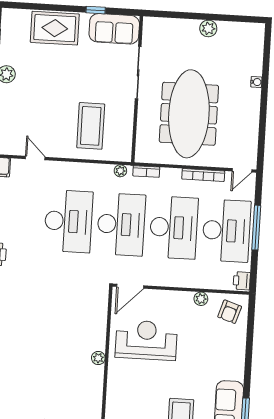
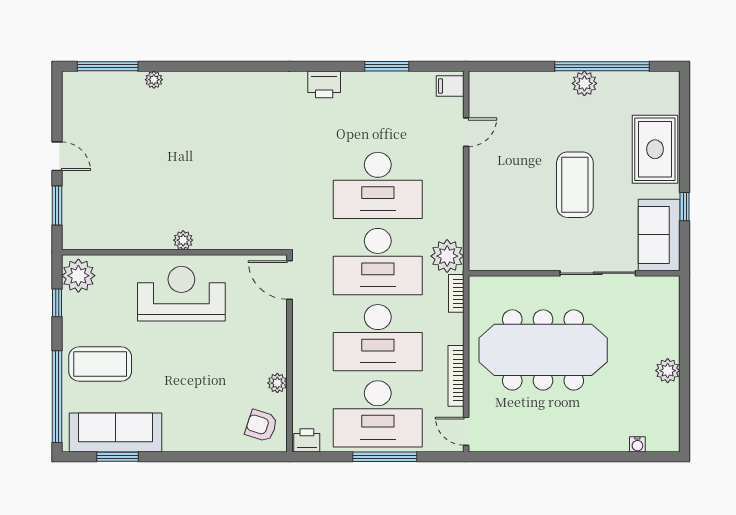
water cooler: (256, 82) -> (637, 444), moved
coffee table: (91, 126) -> (575, 185), moved, turned 90
plant: (120, 171) -> (447, 256), width x1.87, depth x1.87
reception desk: (146, 340) -> (181, 294), moved, turned -90

